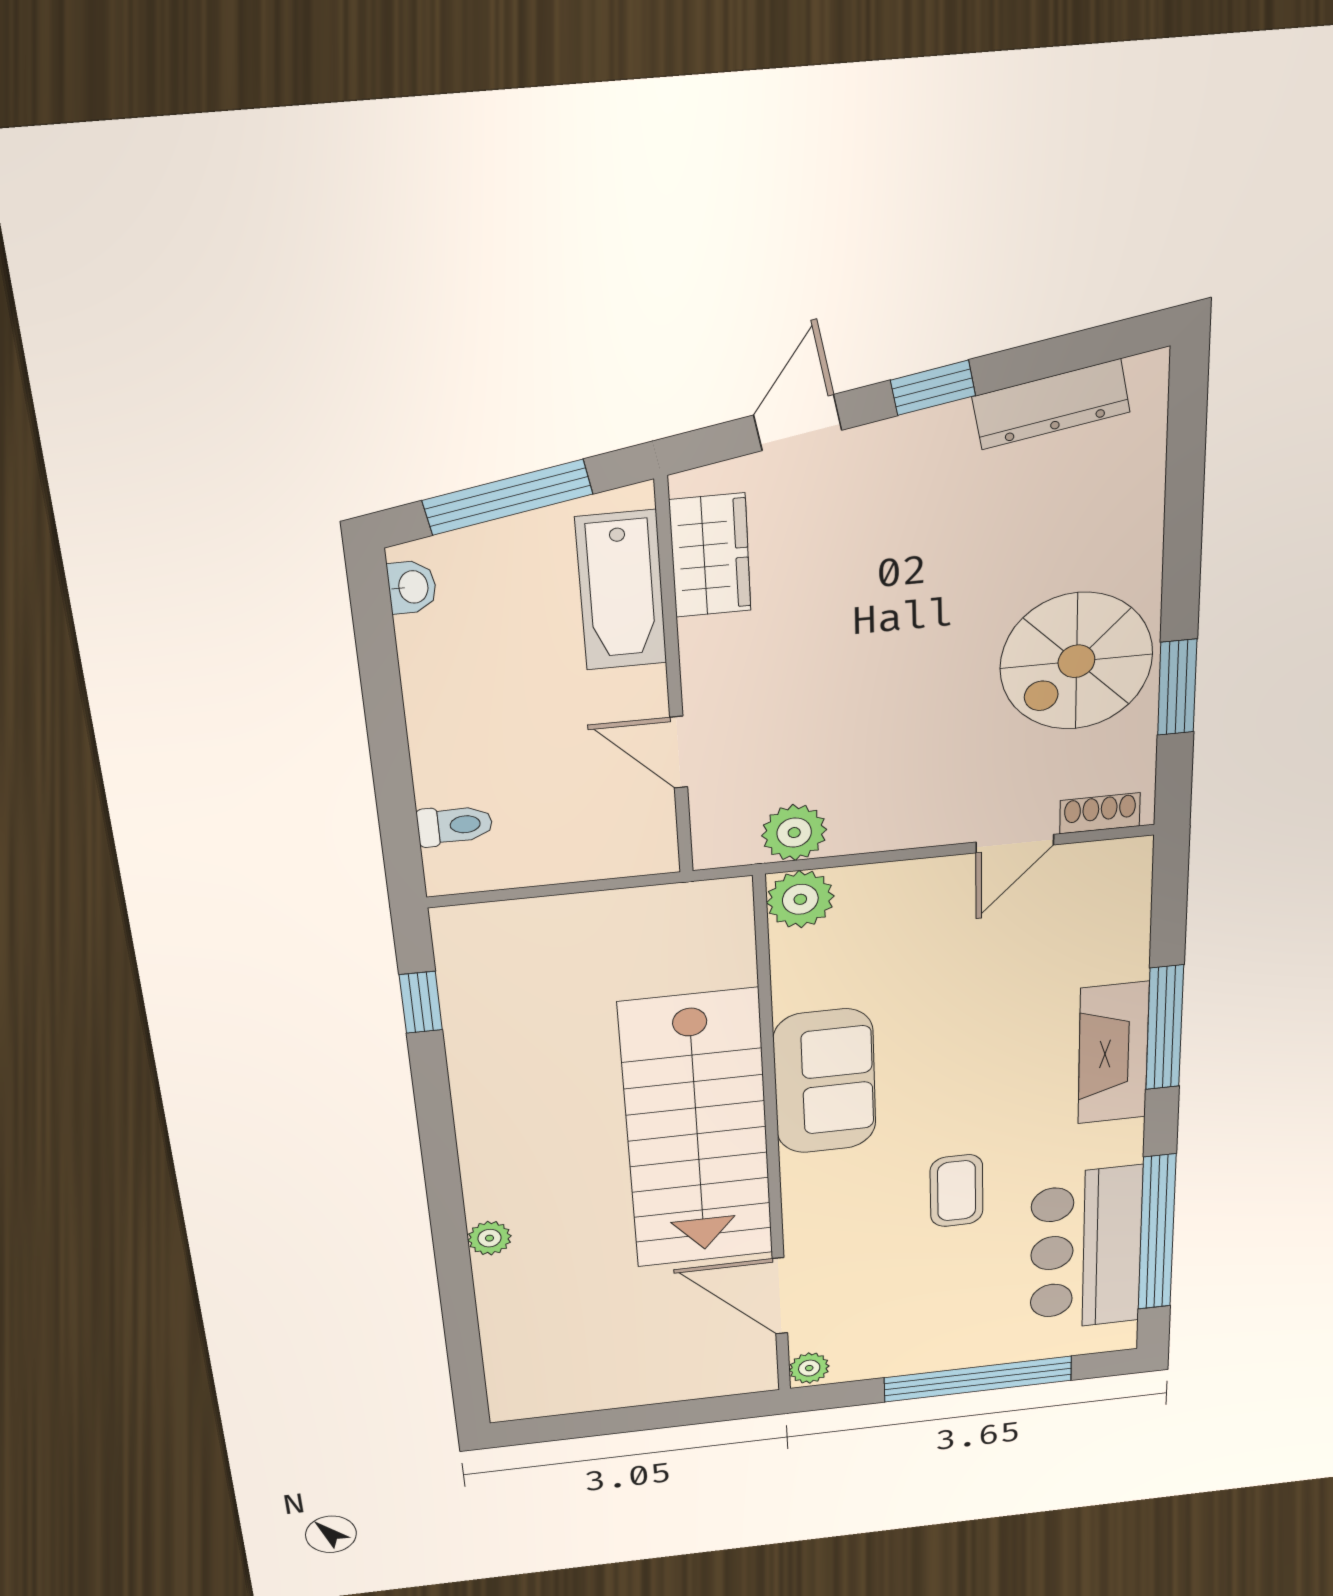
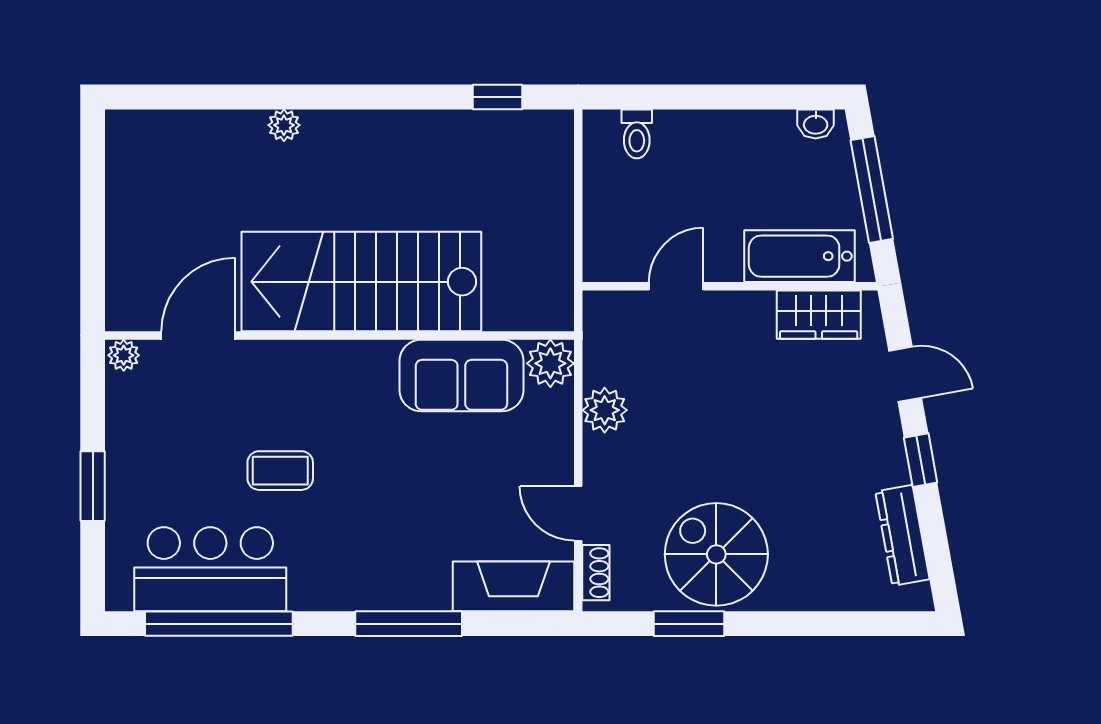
plant: (794, 833) -> (605, 410), moved
fireplace: (1113, 1053) -> (513, 586), moved
sofa: (825, 1081) -> (461, 376), moved
window: (978, 1379) -> (93, 486), width x0.47

